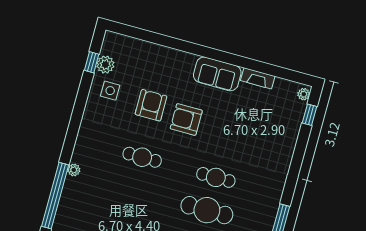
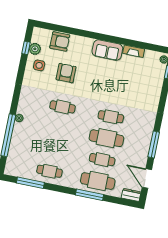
armchair: (186, 119) -> (60, 41), moved, turned 180

